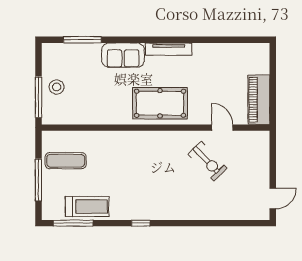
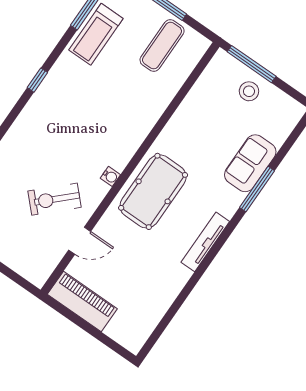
window: (82, 40) -> (257, 189), moved
sofa: (123, 55) -> (250, 163), moved
water cooler: (169, 136) -> (110, 176), added

